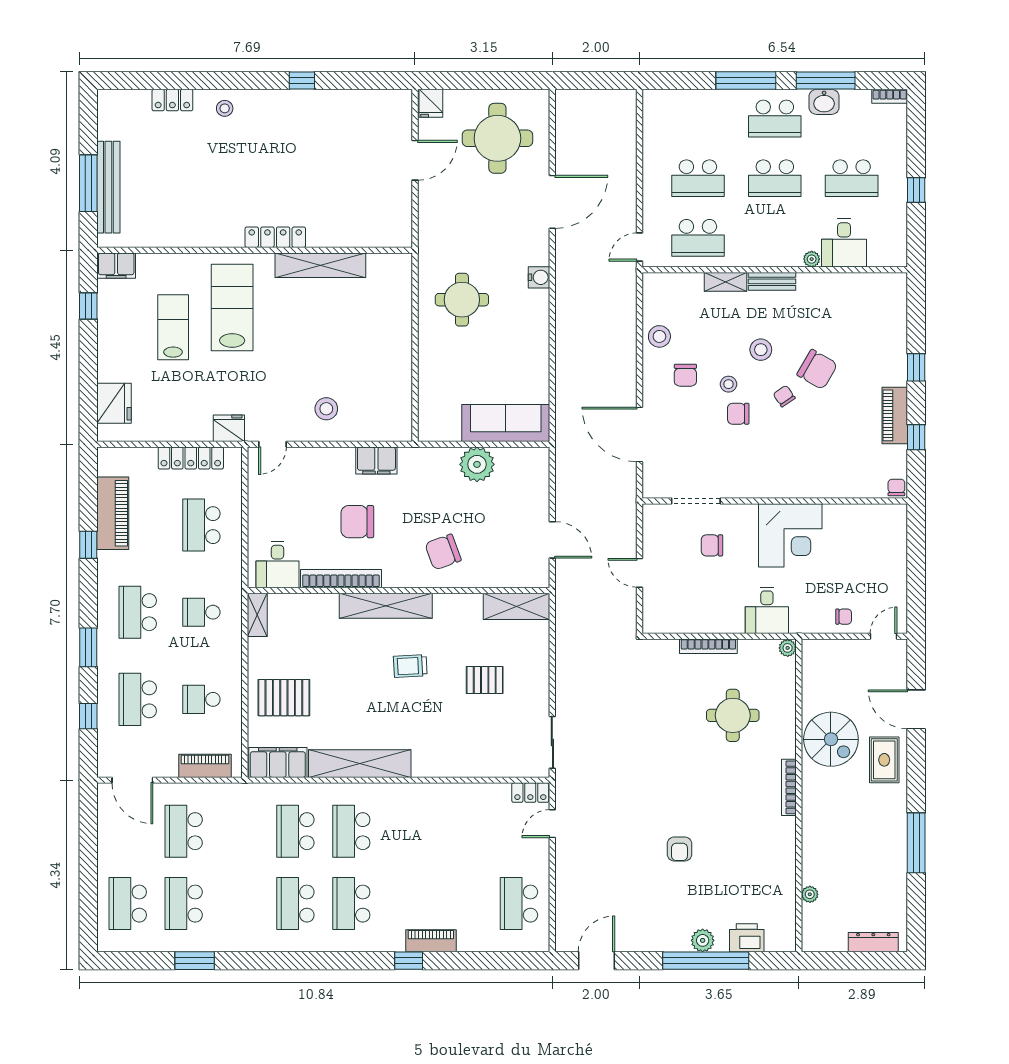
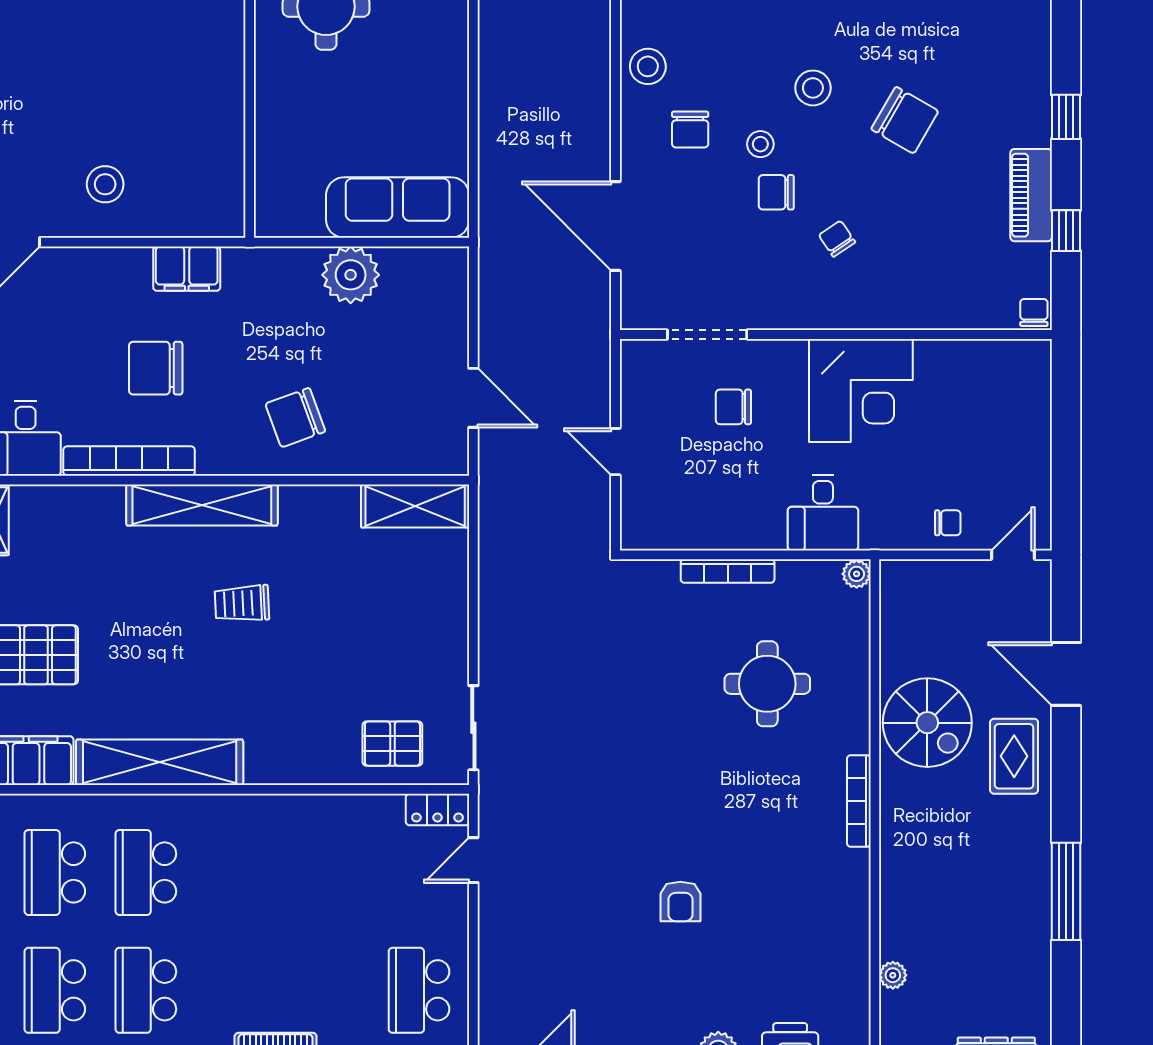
chair: (784, 396) -> (837, 239), moved
pallet: (485, 680) -> (392, 744), moved

